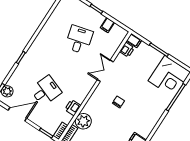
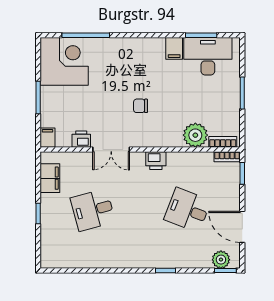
filing cabinet: (107, 25) -> (50, 178), width x2.00
printer: (127, 50) -> (81, 139), moved
printer: (73, 108) -> (156, 161), moved

